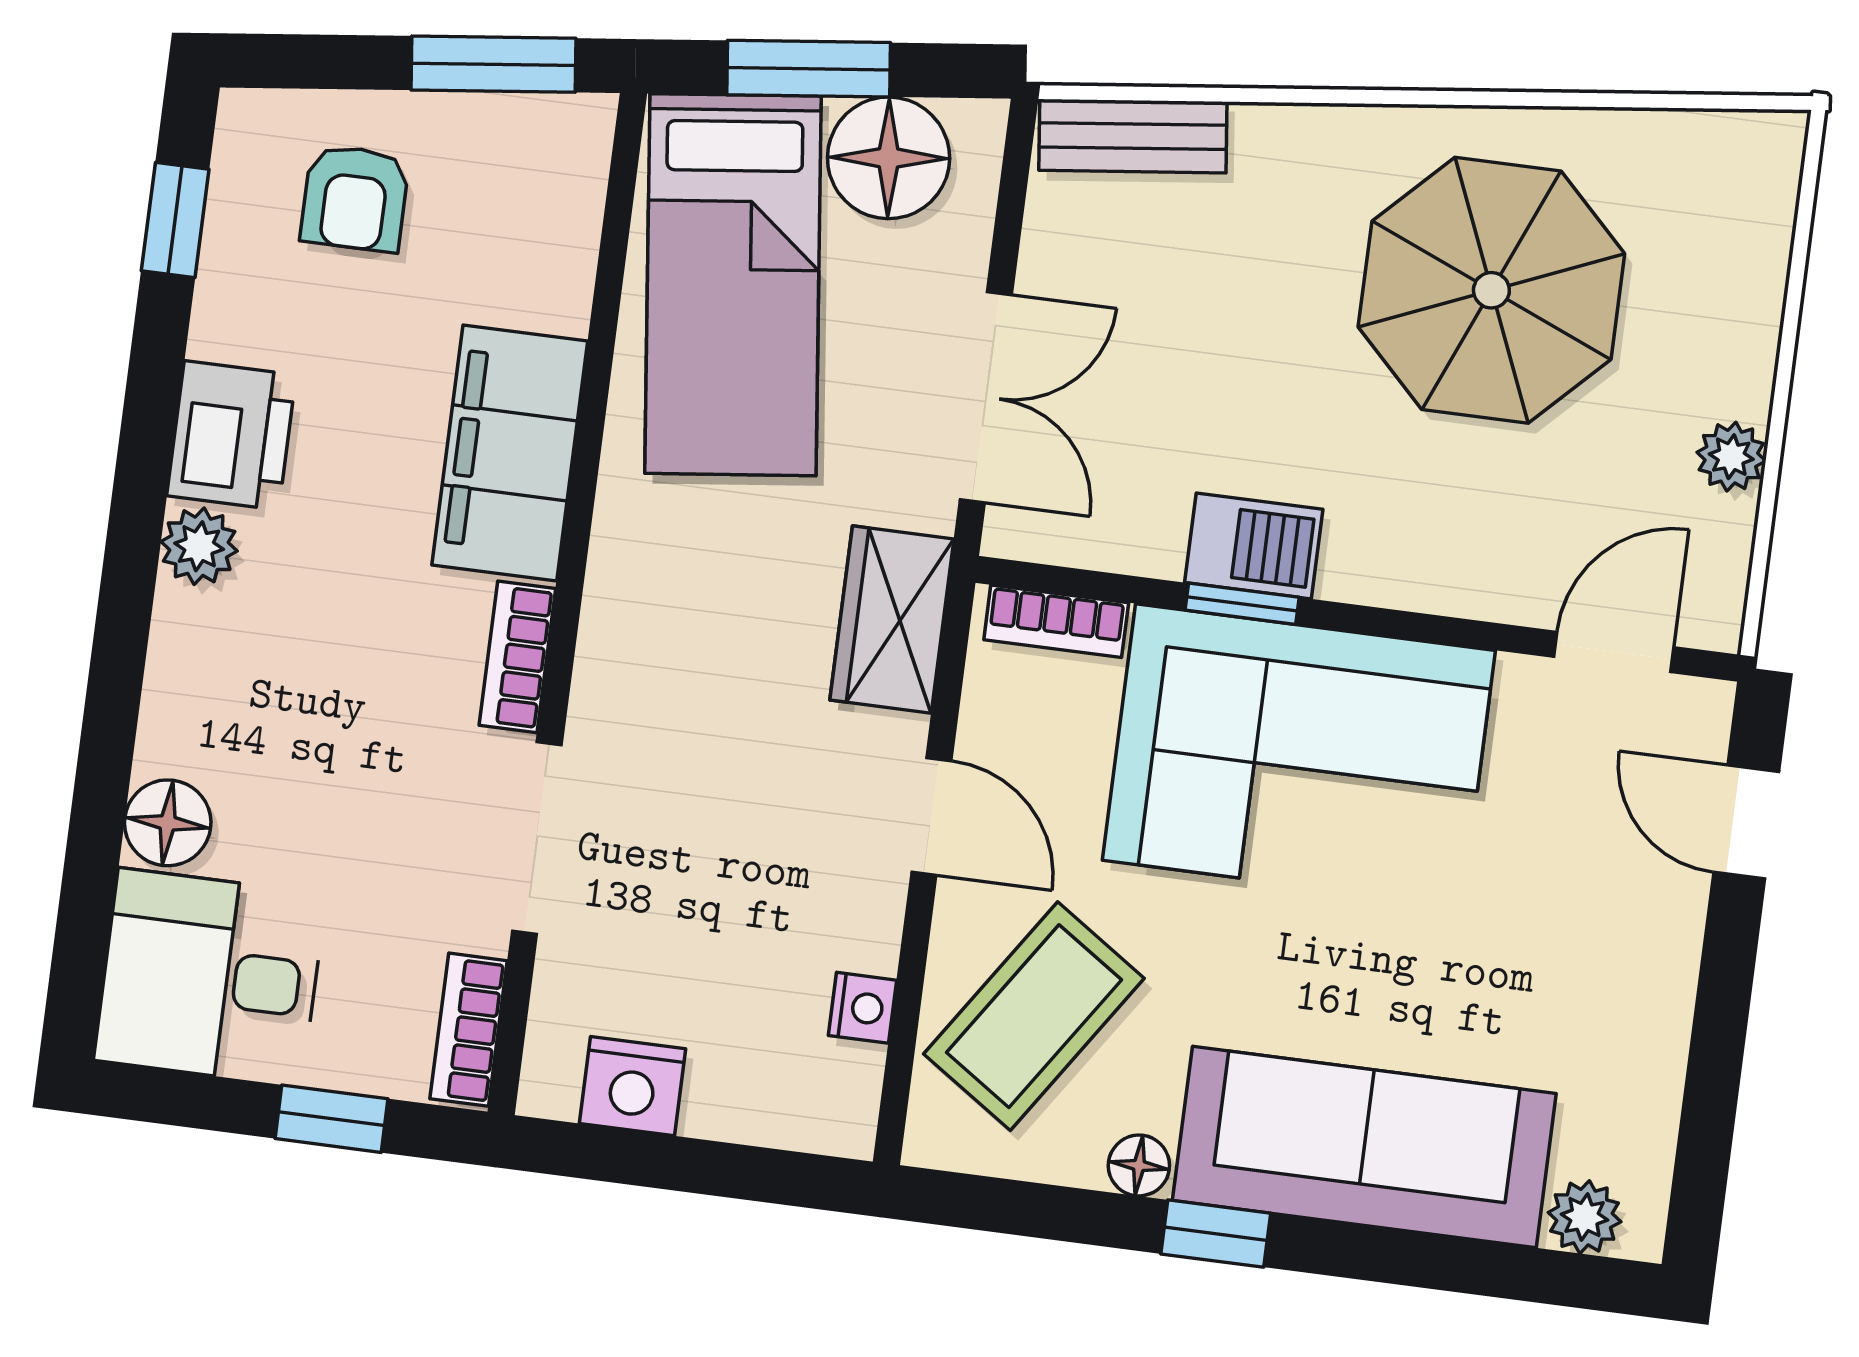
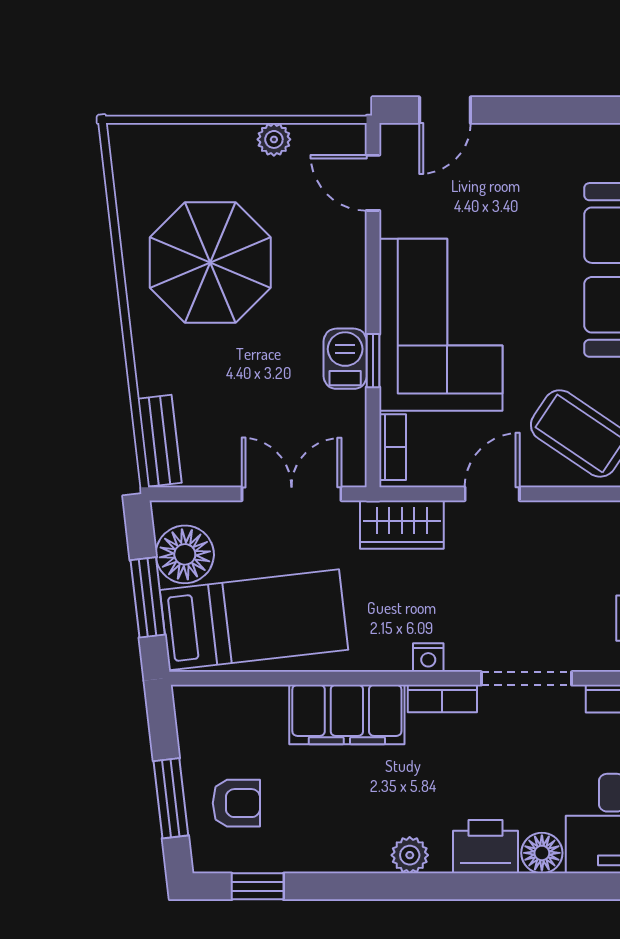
window: (494, 64) -> (171, 798), moved
printer: (231, 435) -> (486, 847), moved
nightstand: (862, 1008) -> (428, 658), moved, turned 180

